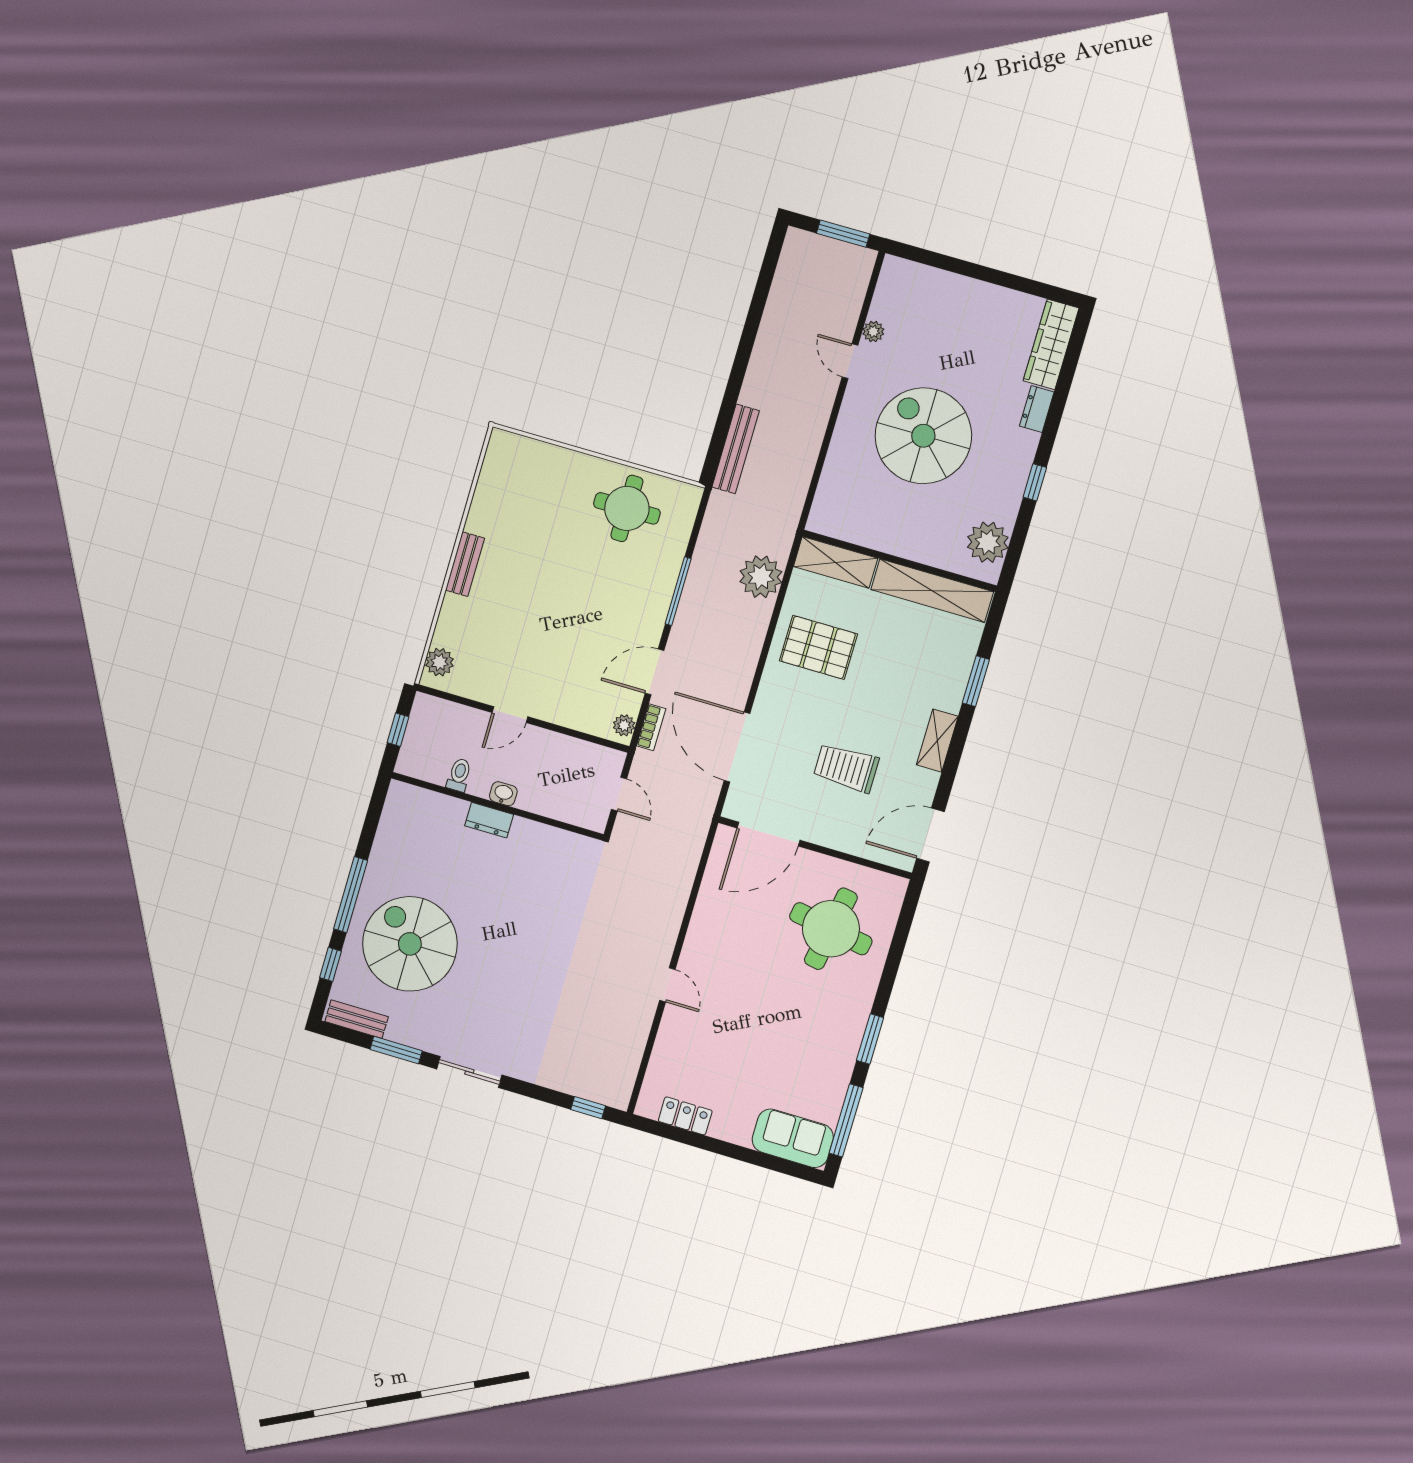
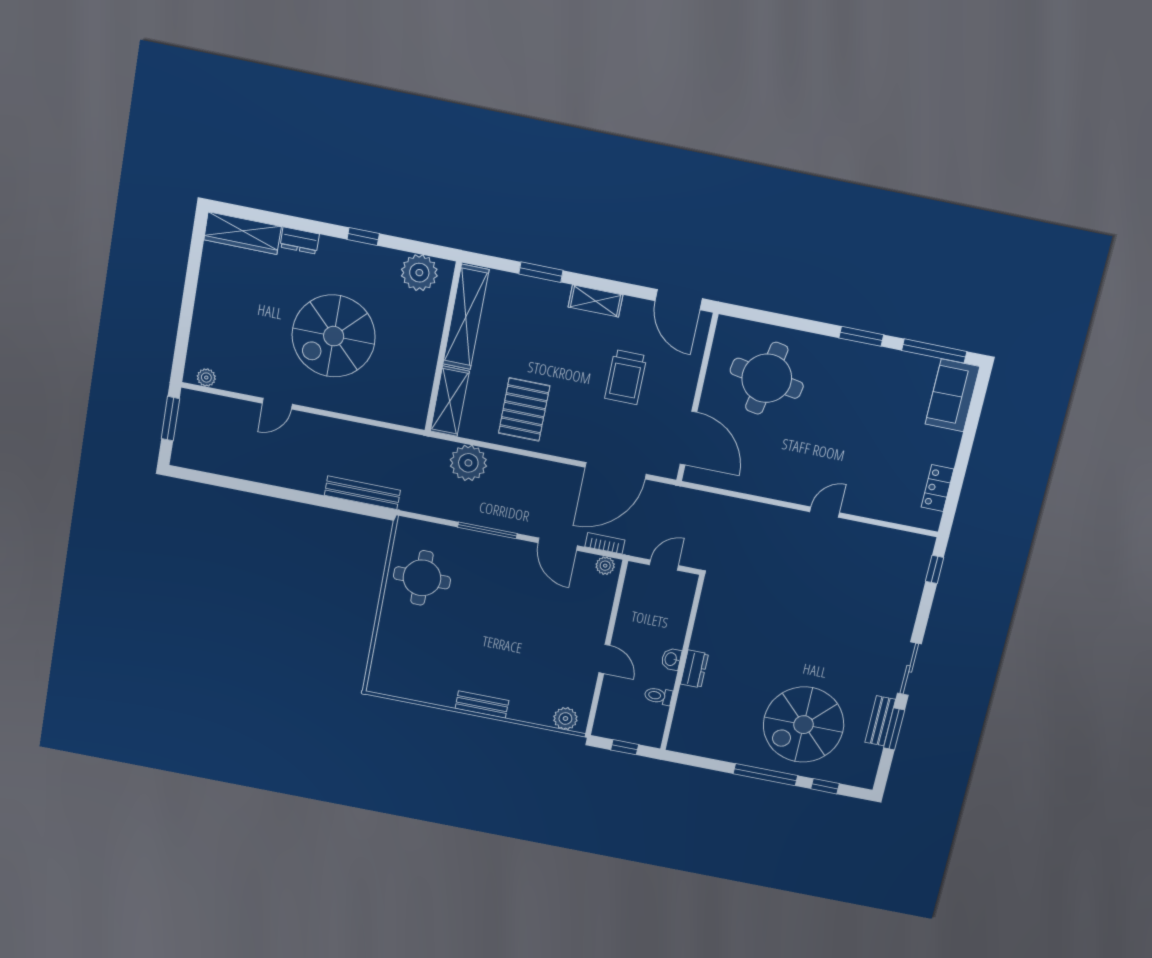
plant: (873, 332) -> (206, 378), moved
bench: (357, 1019) -> (880, 721), moved

